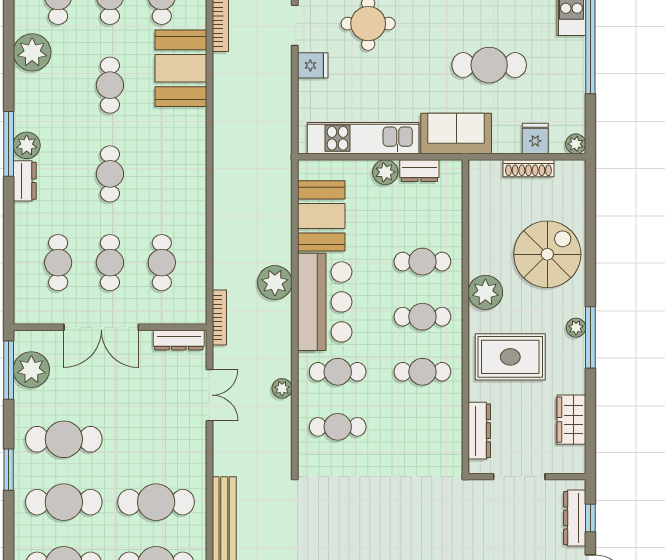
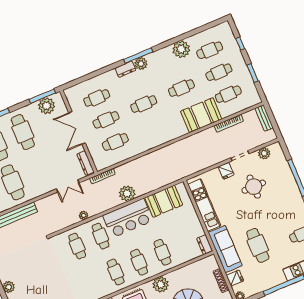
sofa: (456, 134) -> (225, 249), width x1.36
dresser: (419, 171) -> (205, 245), moved
plant: (385, 172) -> (194, 221), removed

